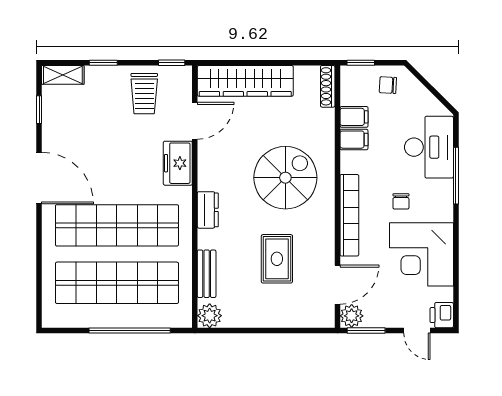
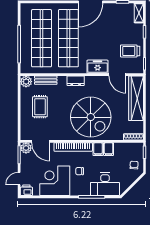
filing cabinet: (354, 117) -> (98, 149), moved
spiral stairs: (285, 178) -> (91, 117), width x1.37, depth x1.37
rug: (277, 259) -> (40, 107), moved, turned 90

